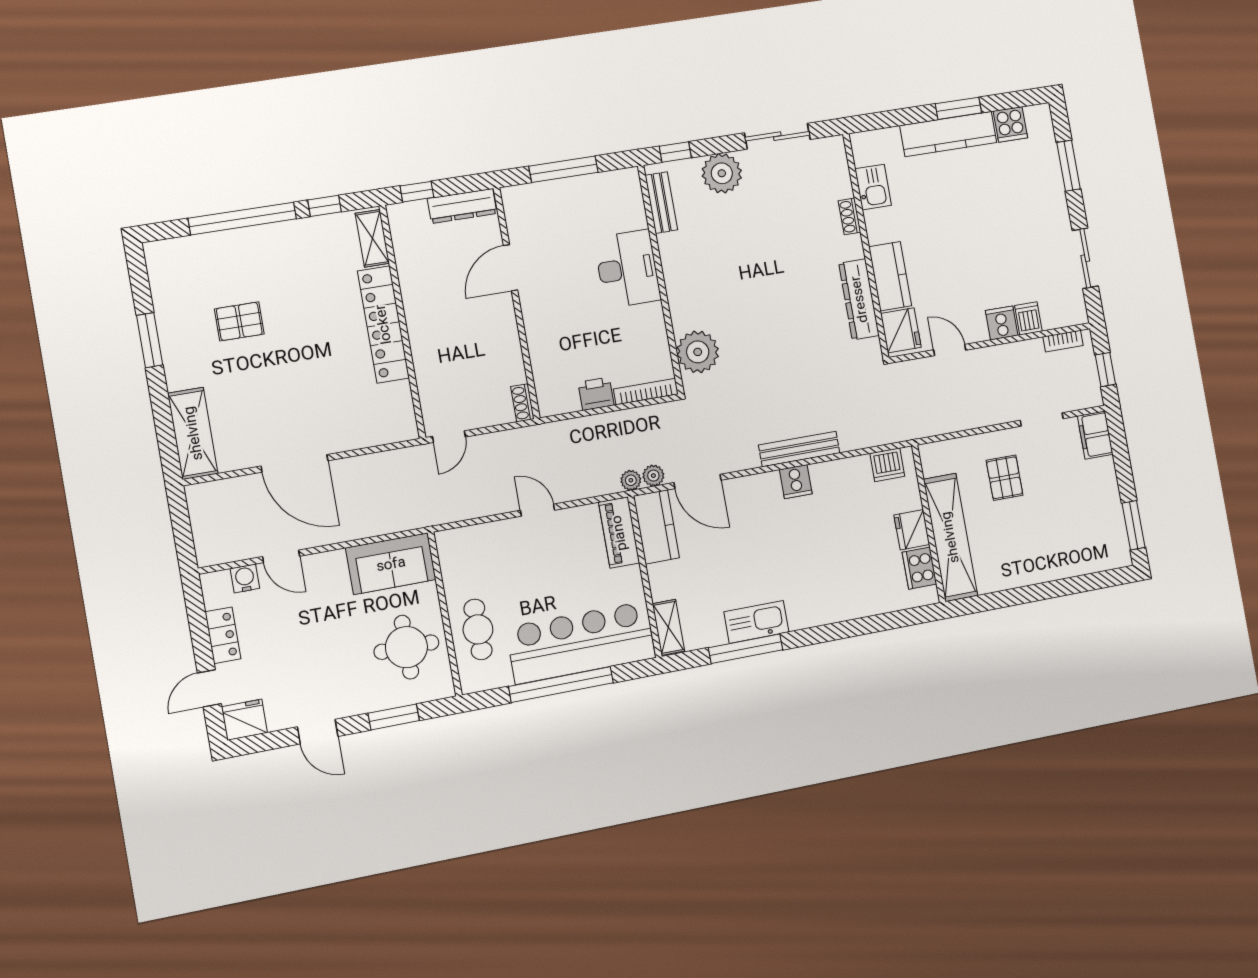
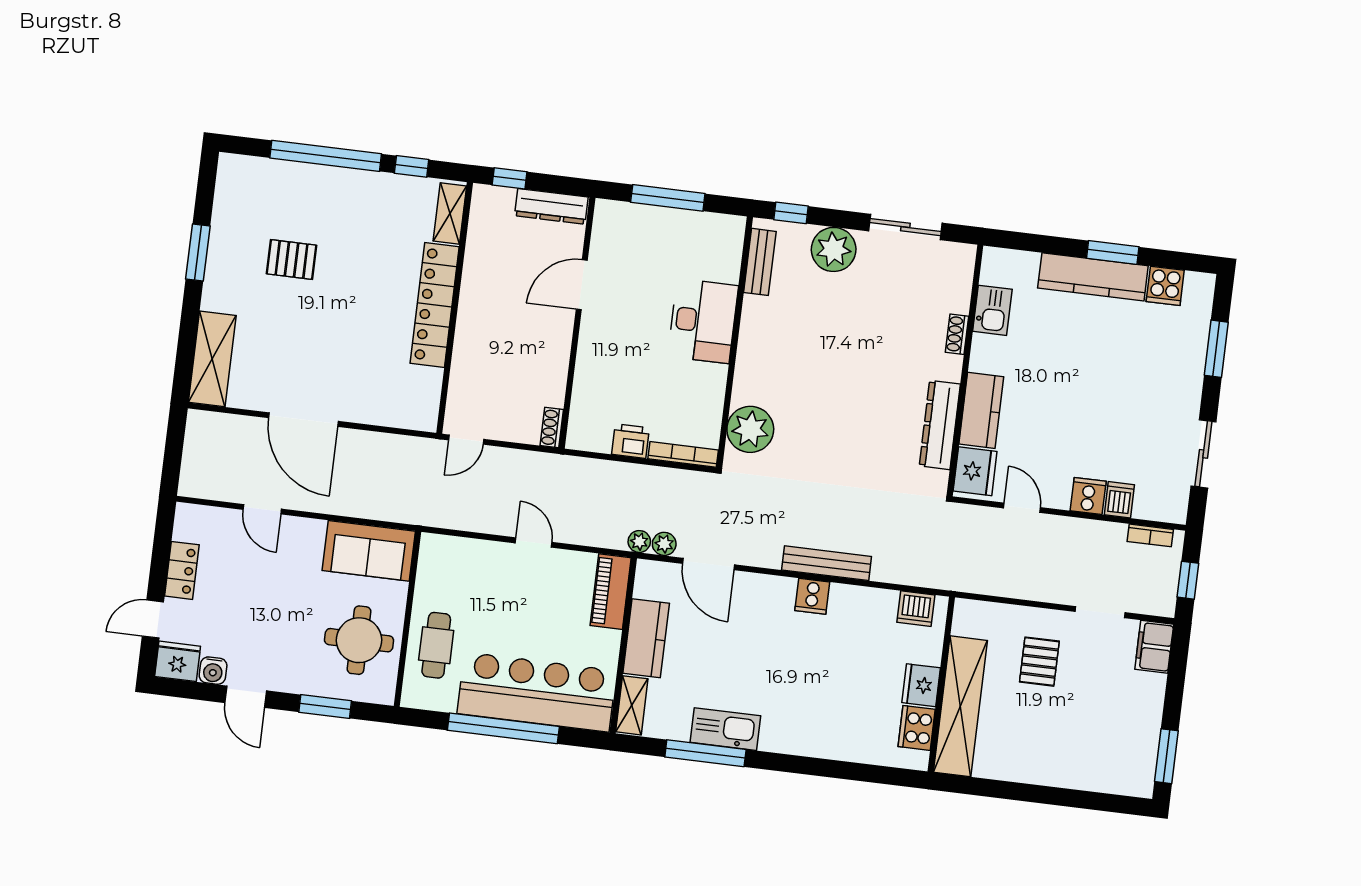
kitchen counter: (656, 527) -> (646, 638), moved
water cooler: (245, 578) -> (213, 671), moved, turned 180

